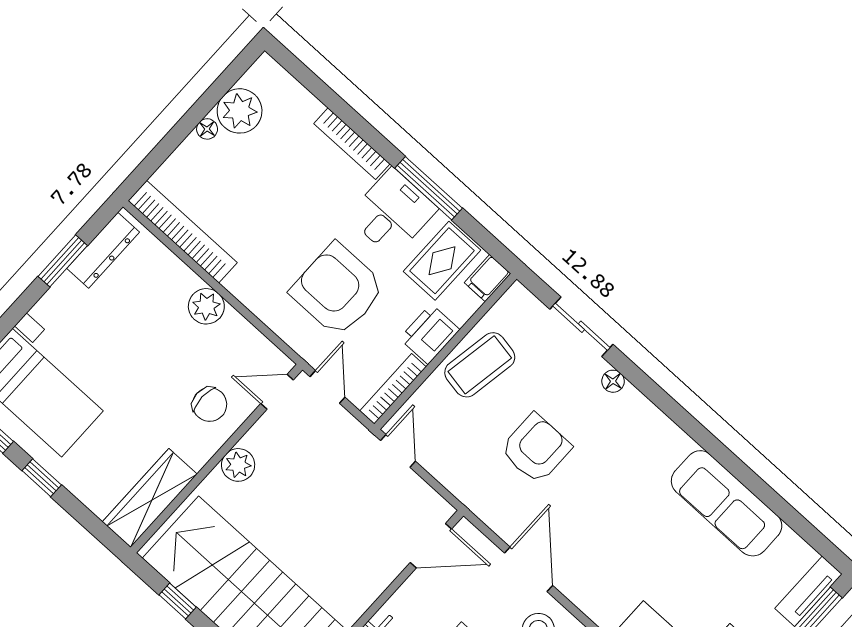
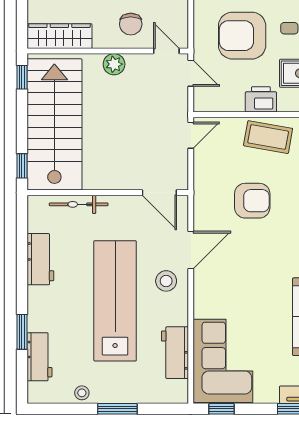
armchair: (338, 290) -> (242, 36), turned -90
door: (328, 387) -> (191, 73), hinge flipped
bookcase: (393, 389) -> (219, 106), removed
window: (178, 601) -> (22, 77), moved

